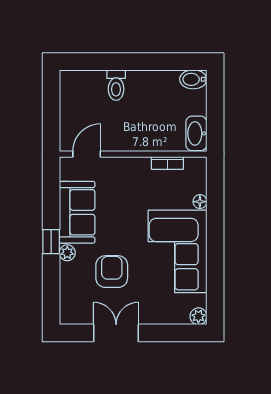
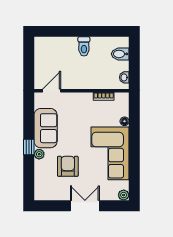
bidet: (193, 79) -> (120, 54), moved
toilet: (116, 85) -> (84, 46), moved
washbasin: (196, 133) -> (124, 77), width x0.52, depth x0.69
double door: (116, 333) -> (85, 206), moved

